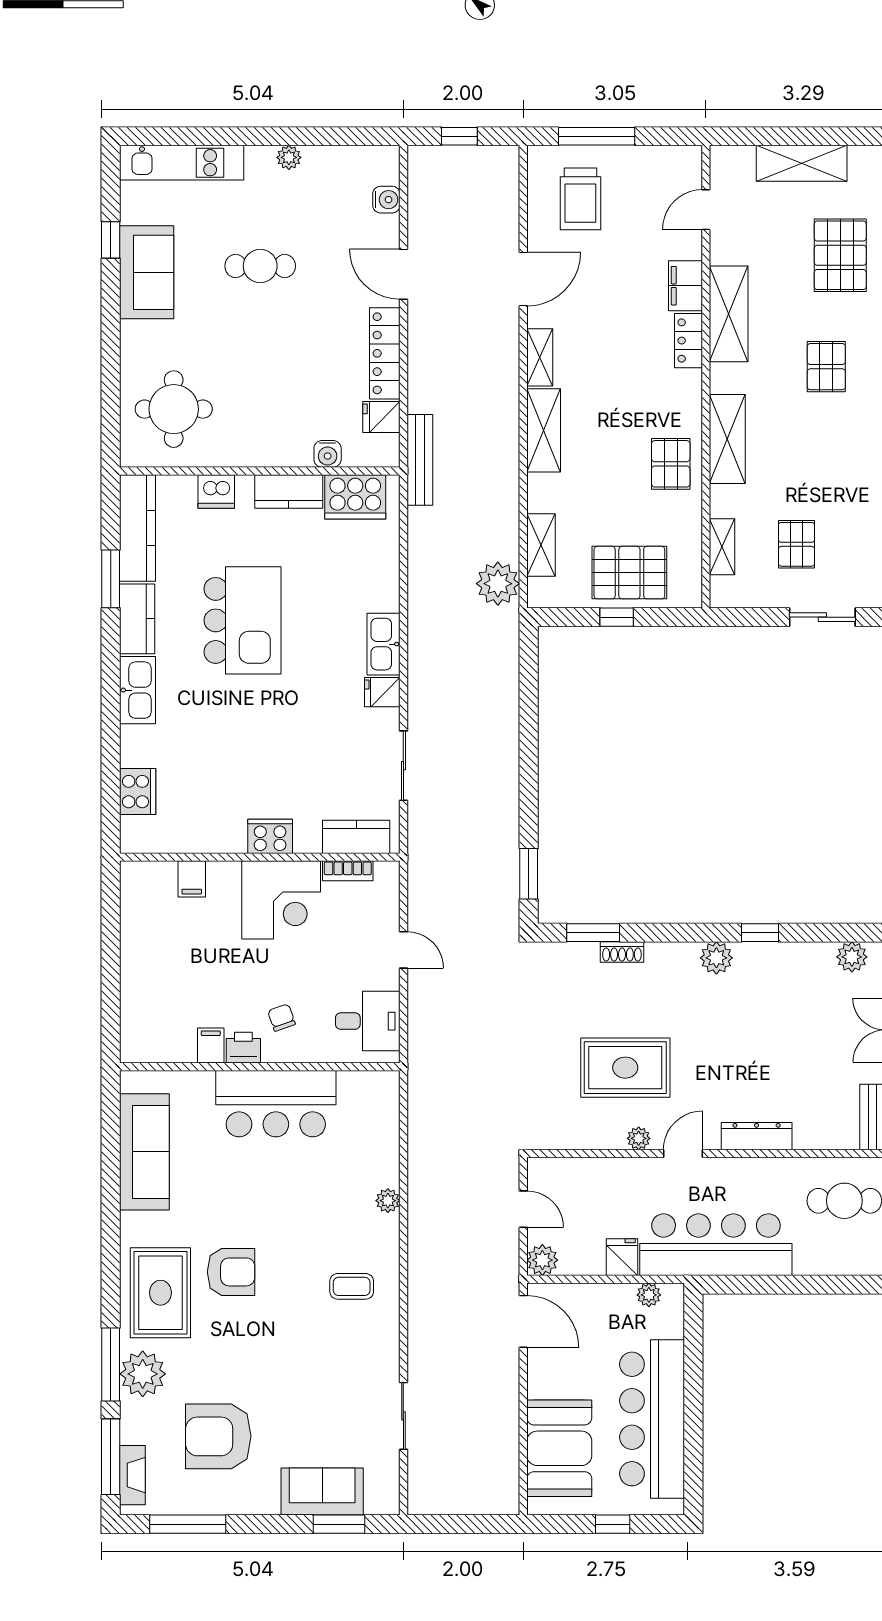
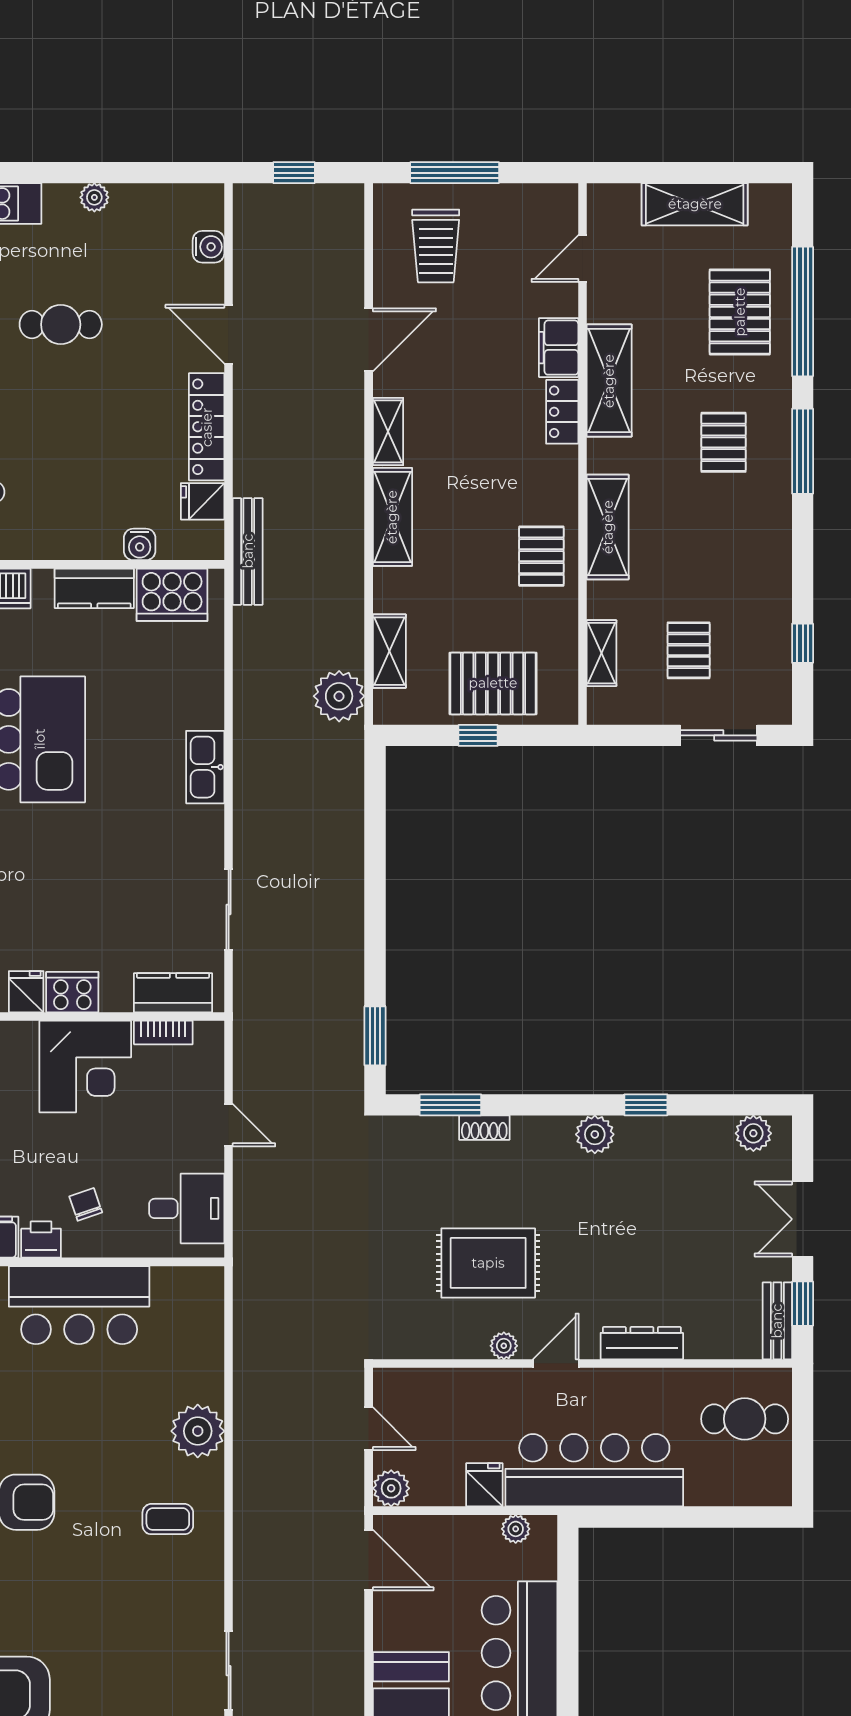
fridge: (382, 692) -> (26, 992), moved, turned 90
plant: (388, 1201) -> (198, 1431), width x1.88, depth x1.88

